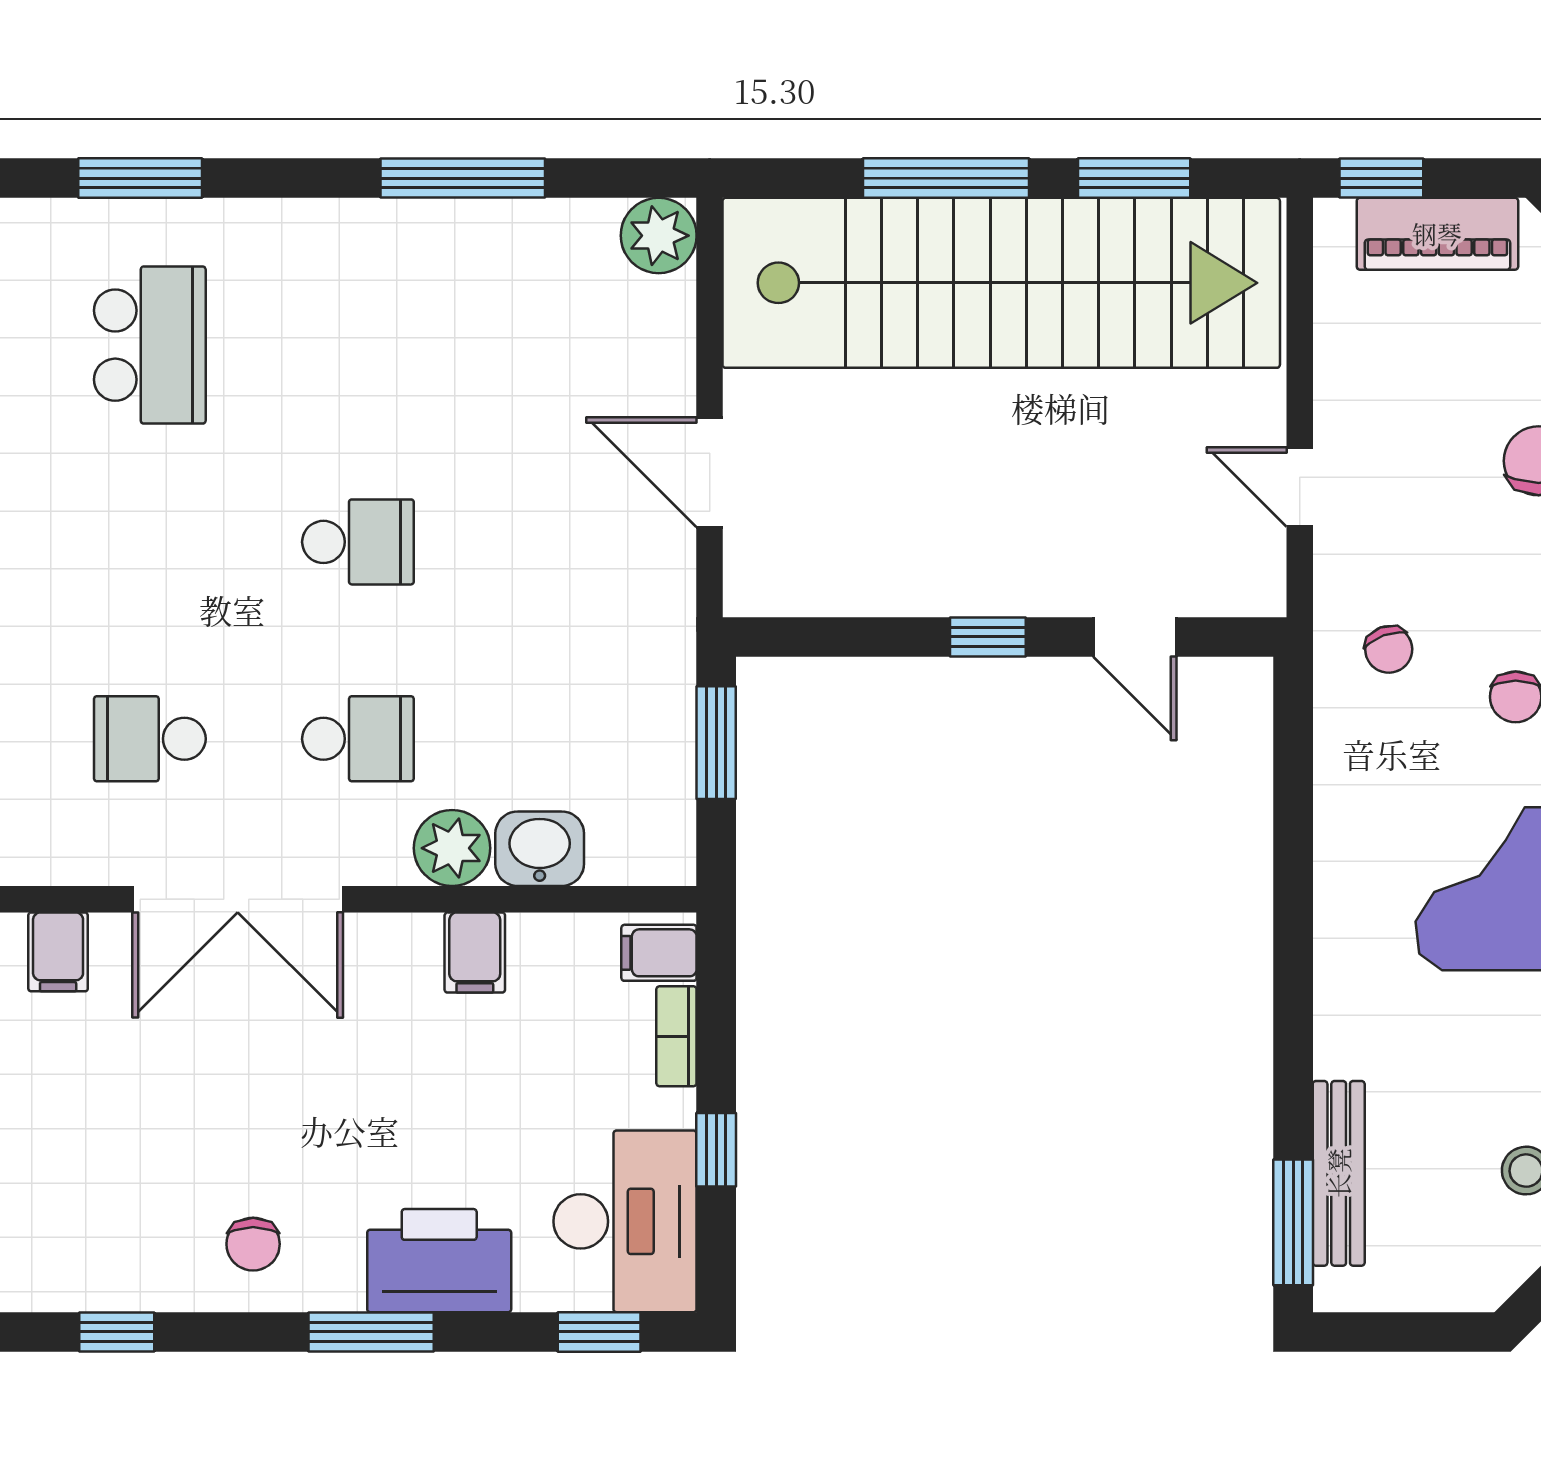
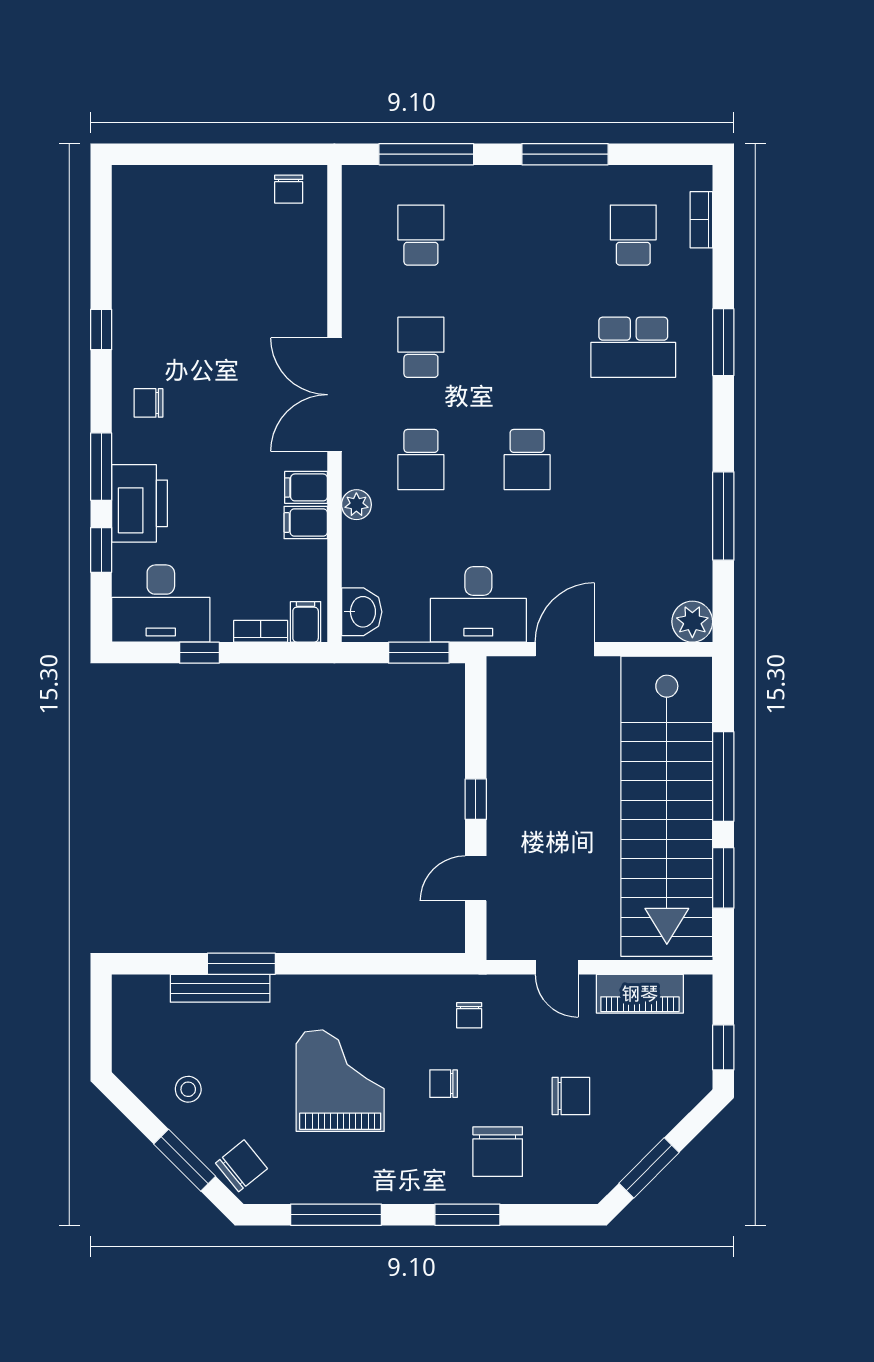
window: (1381, 178) -> (723, 1047), moved
piano: (1437, 234) -> (640, 994), moved, turned -90
door: (1300, 487) -> (557, 967), swing flipped
desk: (627, 632) -> (478, 604), added
chair: (1389, 649) -> (469, 1015), turned -70
plant: (452, 848) -> (356, 505), width x0.73, depth x0.73
washbasin: (540, 849) -> (362, 612), moved
filing cabinet: (58, 952) -> (306, 487), moved
bench: (1339, 1173) -> (220, 988), moved
window: (1293, 1222) -> (241, 964), moved
window: (599, 1332) -> (101, 550), moved

